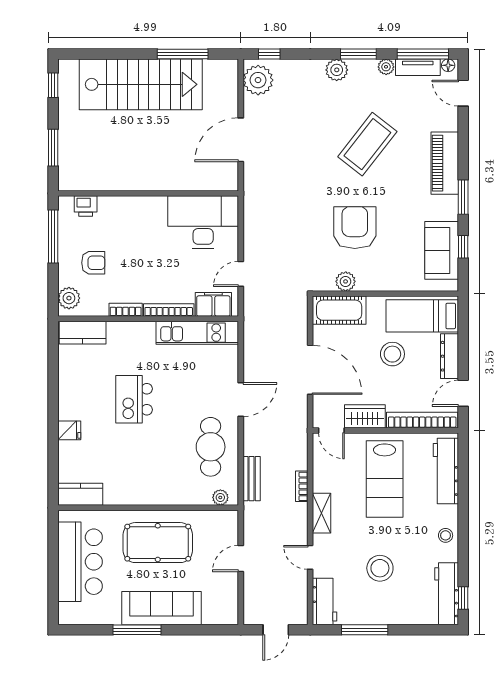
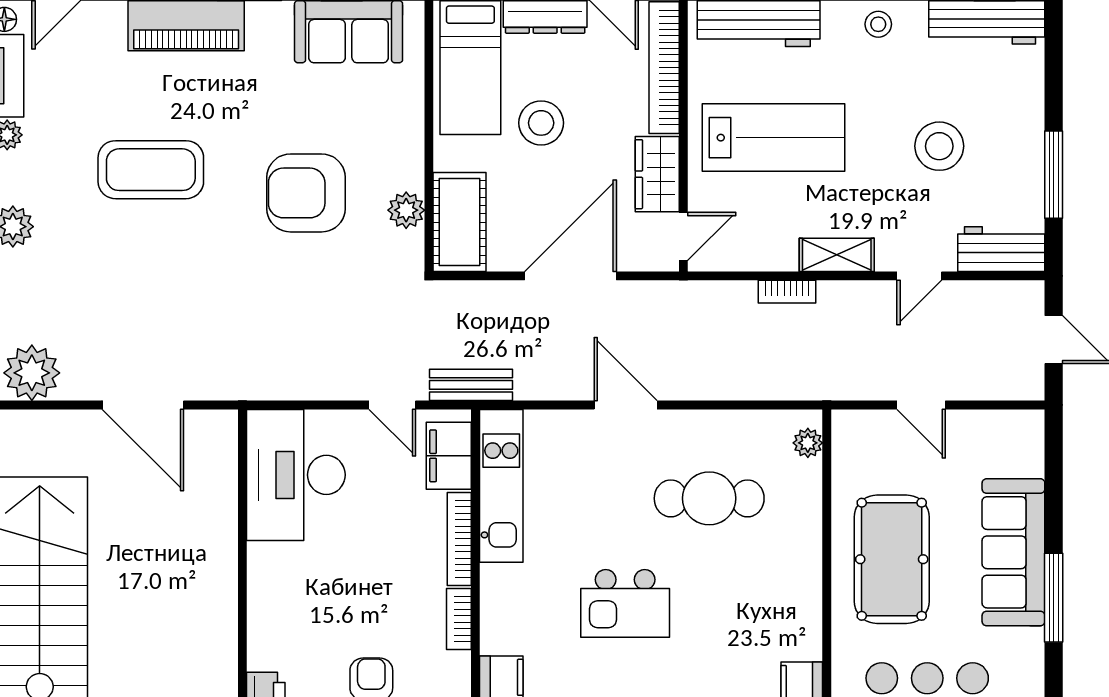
coffee table: (367, 144) -> (151, 170), turned -38
cafe table: (211, 447) -> (709, 498), moved
bench: (252, 479) -> (471, 385), moved

